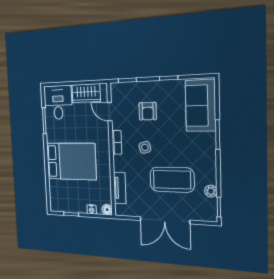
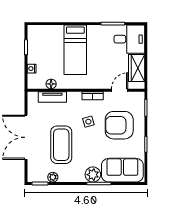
armchair: (148, 111) -> (119, 125), width x1.88, depth x1.88
plant: (207, 142) -> (93, 175), added
bed: (71, 161) -> (75, 50), width x0.67
floor lamp: (107, 210) -> (51, 84), moved

